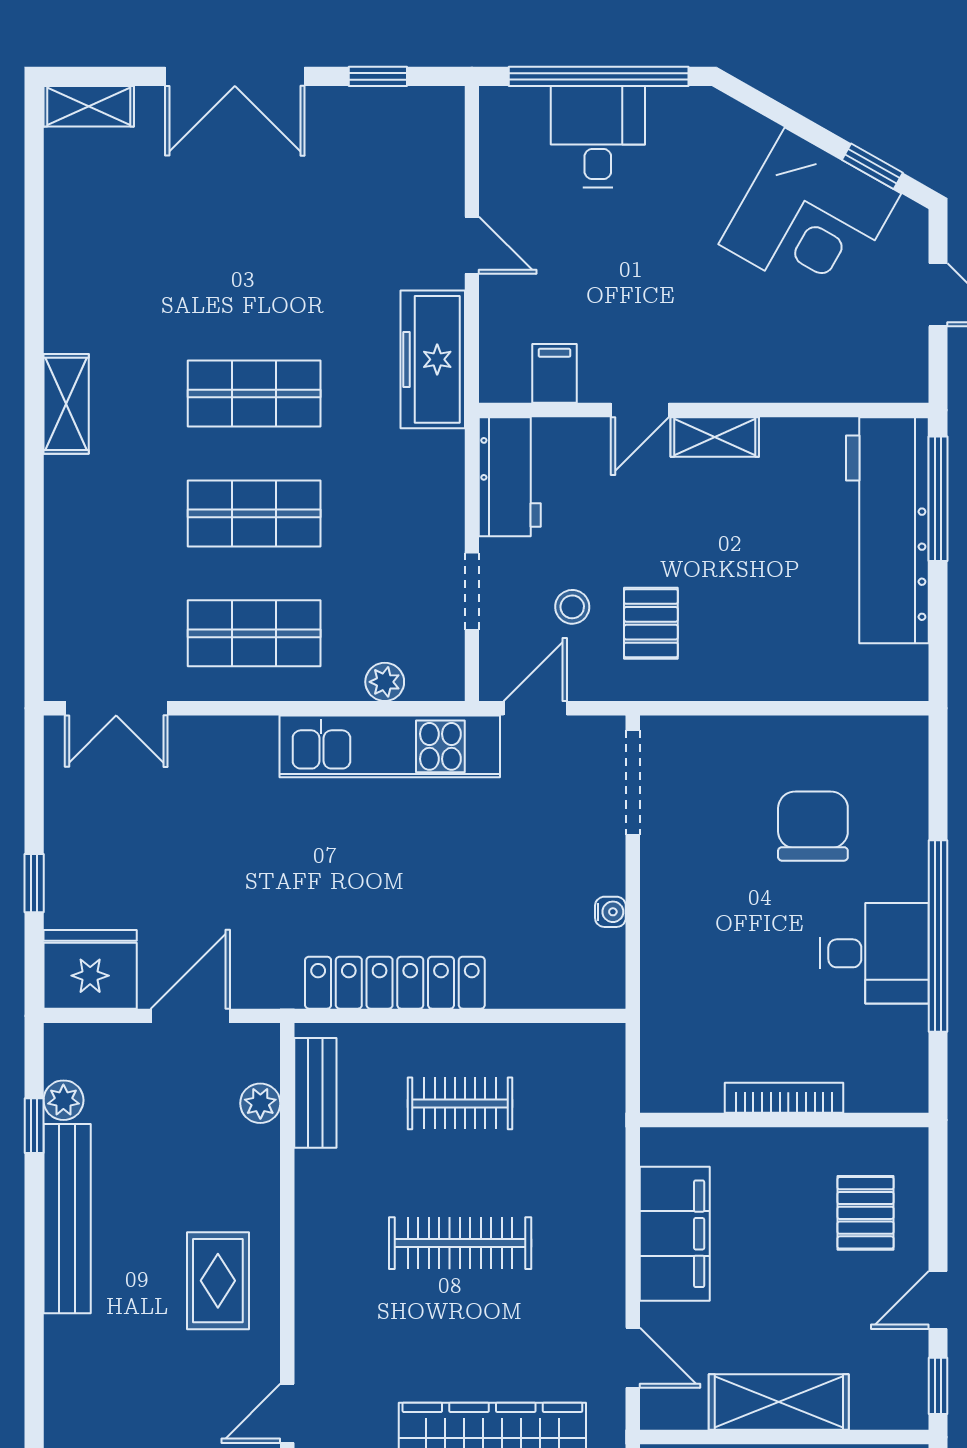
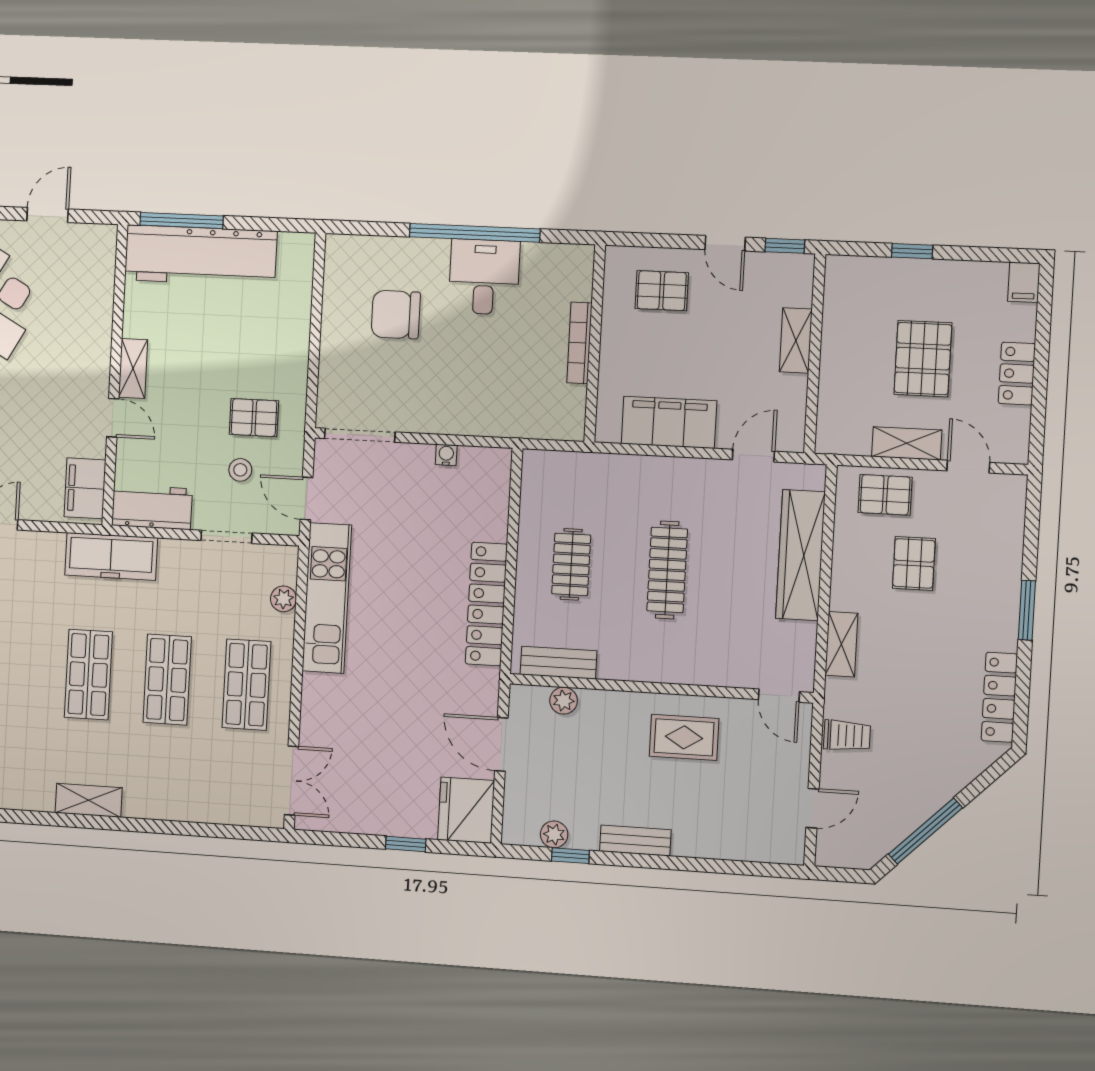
freezer: (433, 359) -> (111, 556), moved
filing cabinet: (554, 373) -> (85, 488), width x2.00
bench: (67, 1219) -> (635, 840), width x0.54, depth x0.82
shelving: (779, 1402) -> (796, 340), width x0.67, depth x0.75

